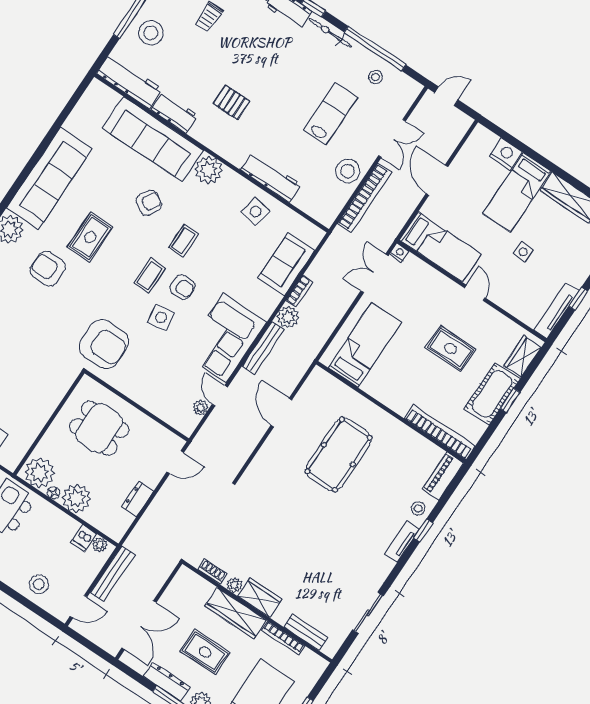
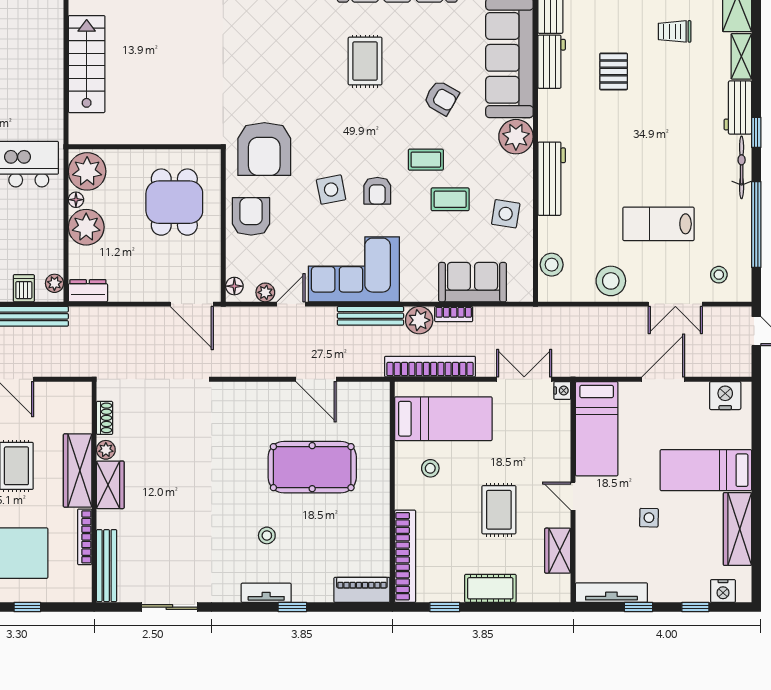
stool: (376, 77) -> (719, 275), moved
pallet: (232, 102) -> (614, 71), moved
lab bench: (331, 114) -> (658, 224), turned 180
nightstand: (506, 154) -> (725, 396), moved, turned -90
workbench: (271, 177) -> (552, 179), moved
bookcase: (365, 198) -> (430, 367), moved, turned 180
stool: (310, 203) -> (552, 265), added
rug: (90, 237) -> (365, 61), turned 90
armchair: (48, 269) -> (251, 216), moved
coffee table: (150, 276) -> (450, 199), moved
door: (475, 293) -> (573, 496), swing flipped
wardrobe: (522, 357) -> (558, 551), moved, turned -90
stool: (392, 376) -> (430, 468), added
cot: (492, 394) -> (490, 588), width x0.73, depth x0.75
window: (510, 400) -> (445, 607), moved
door: (281, 413) -> (316, 379), swing flipped
floor lamp: (182, 426) -> (234, 286), added
door: (175, 462) -> (192, 304), width x1.38
dresser: (138, 499) -> (88, 291), moved
stool: (418, 509) -> (267, 535), moved
dishwasher: (83, 538) -> (24, 288), moved, turned 90
bench: (306, 632) -> (107, 566), width x1.36

